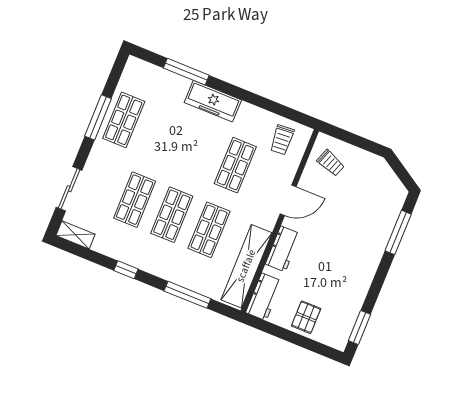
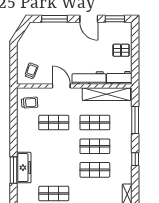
freezer: (213, 101) -> (24, 168), moved
workbench: (283, 249) -> (89, 78), width x1.38
door: (376, 286) -> (89, 19), added

